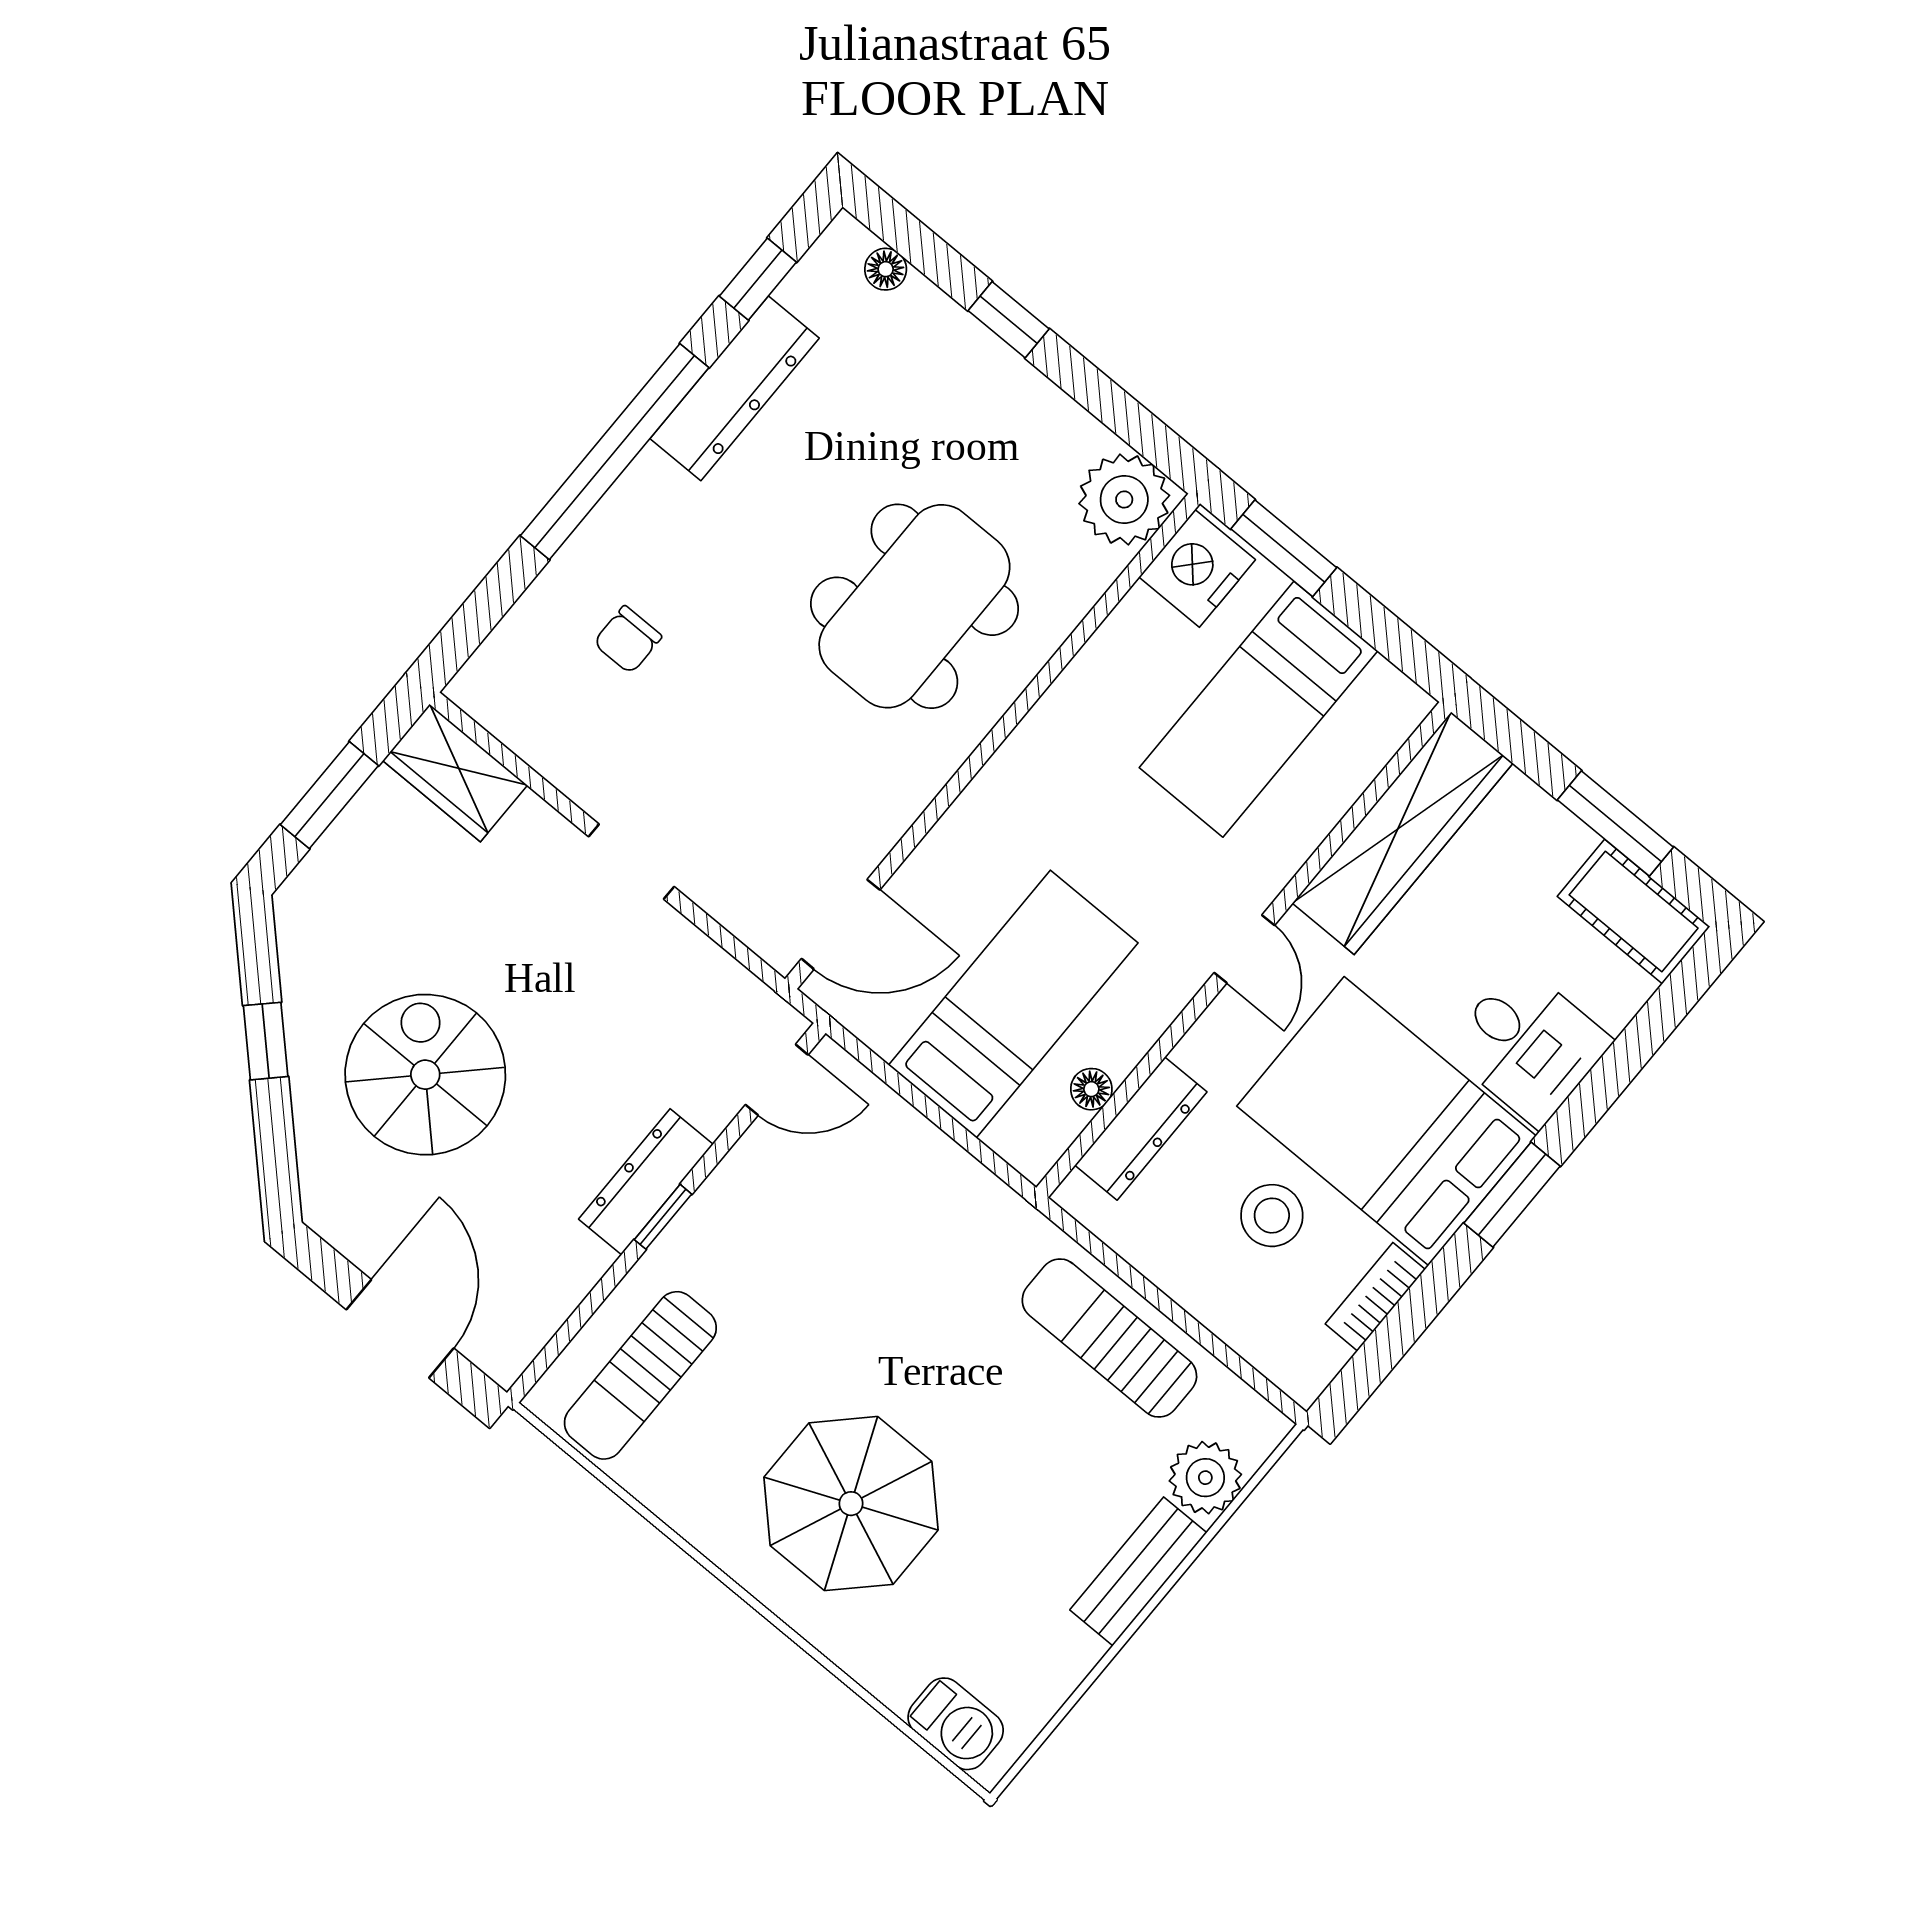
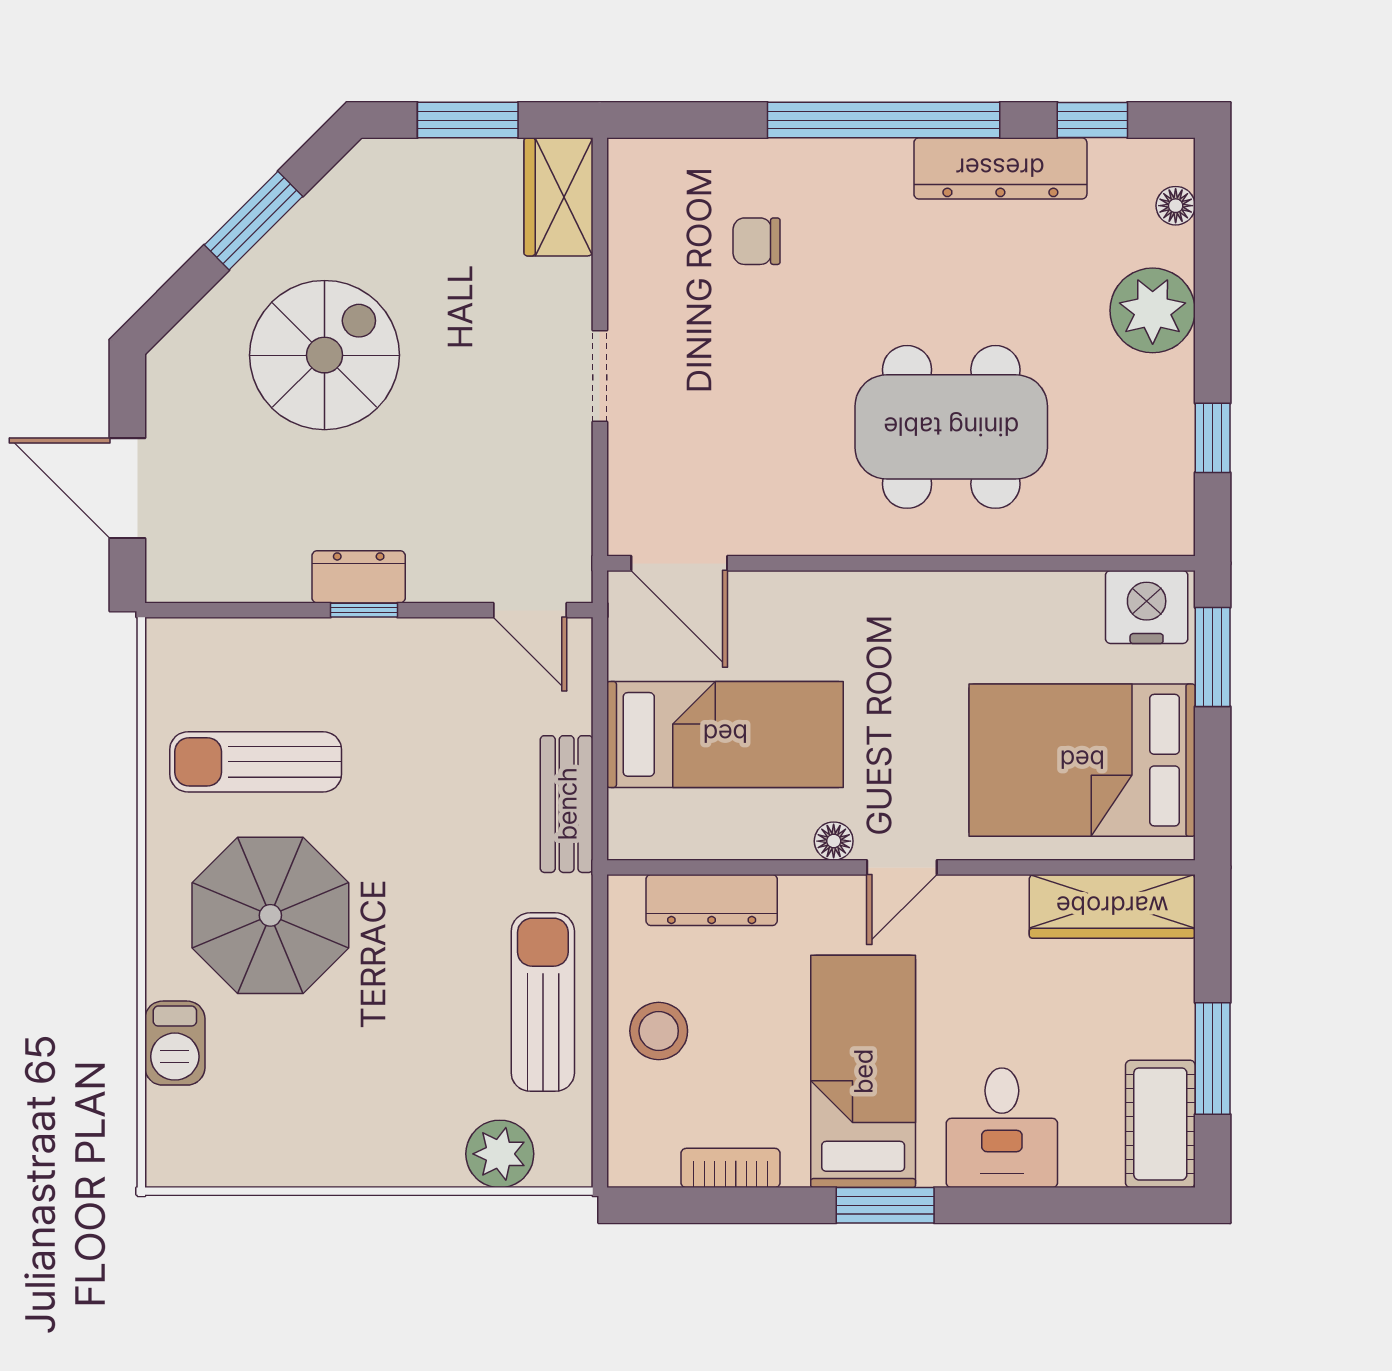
window: (1009, 320) -> (1213, 438), moved
plant: (1124, 499) -> (1153, 310), moved
bed: (1258, 709) -> (1082, 760), width x1.50
wardrobe: (1403, 833) -> (1112, 906), width x0.71, depth x0.85
window: (266, 1041) -> (254, 221), width x1.50
floor lamp: (1091, 1089) -> (834, 841), moved
bed: (1386, 1121) -> (863, 1071), width x0.67
dresser: (646, 1182) -> (359, 577), width x0.70
stool: (1272, 1216) -> (659, 1031), moved
door: (400, 1329) -> (127, 488), swing flipped
sun lounger: (640, 1375) -> (256, 762), moved
bench: (1138, 1571) -> (567, 804), moved, turned 90
barbecue: (956, 1724) -> (175, 1043), moved

